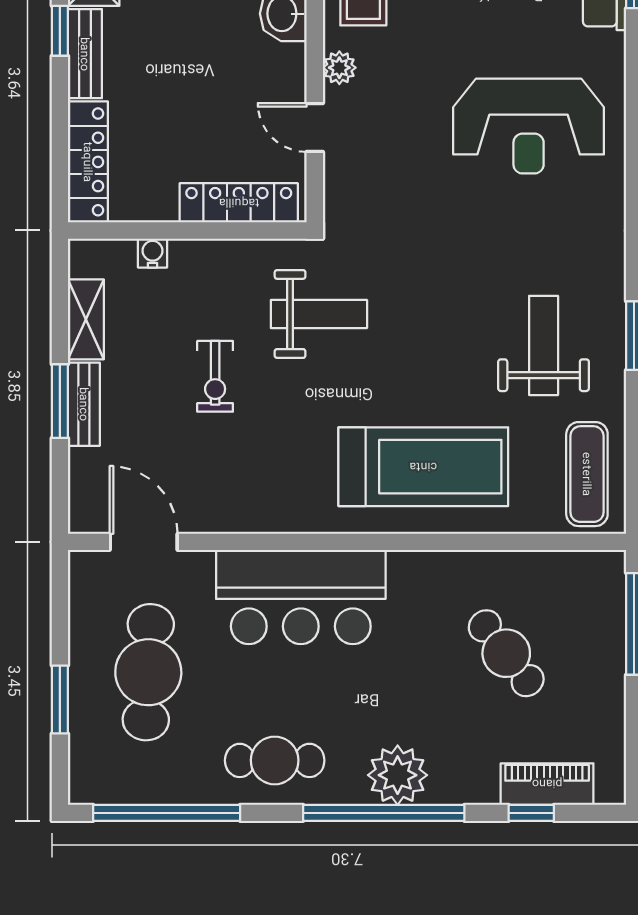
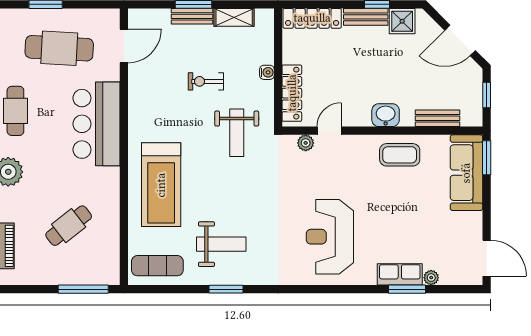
plant: (339, 68) -> (306, 143), moved
water cooler: (152, 253) -> (267, 72), moved

